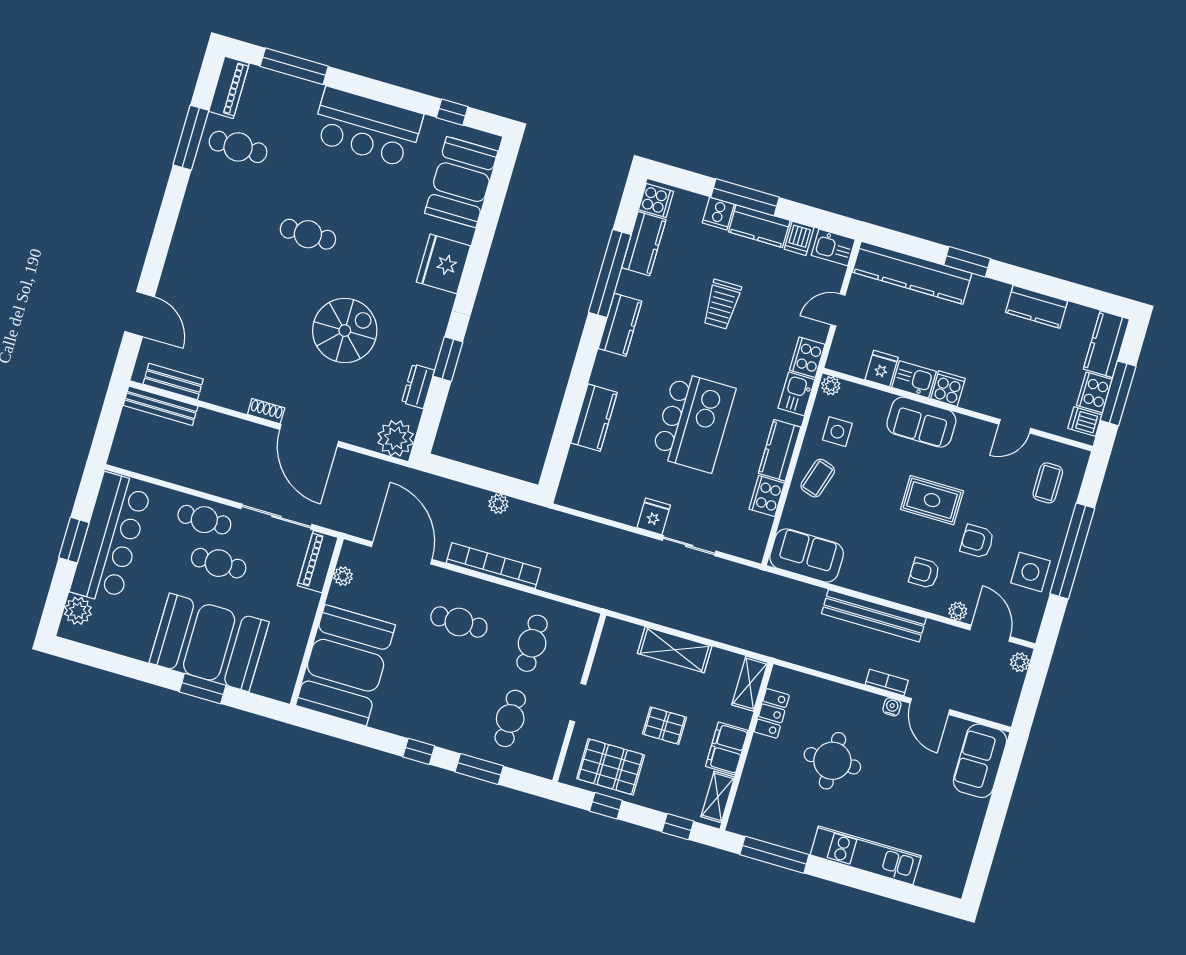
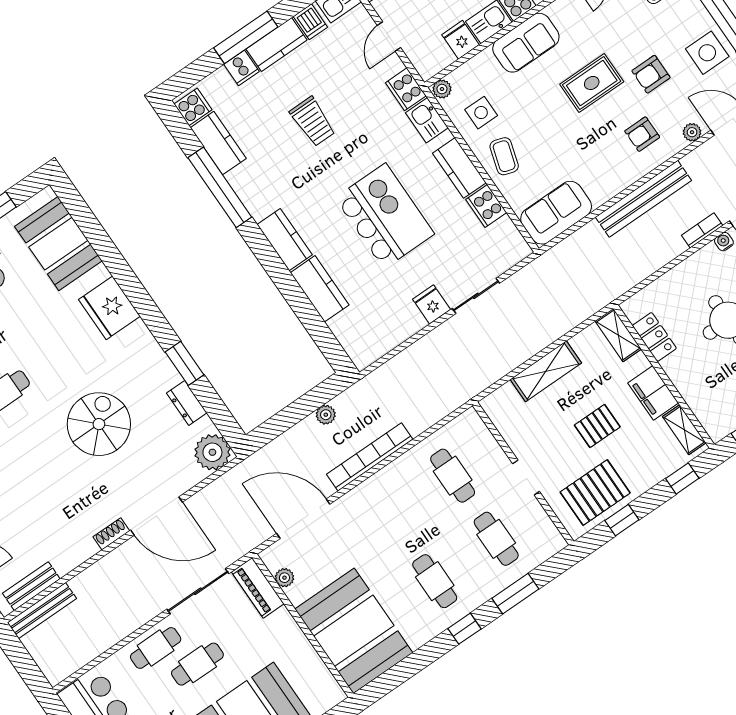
kitchen counter: (620, 325) -> (285, 240), moved
cafe table: (459, 622) -> (435, 581), moved, turned 90

